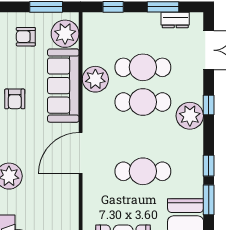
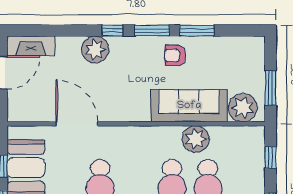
armchair: (26, 37) -> (240, 67), removed
door: (81, 153) -> (77, 124), moved

